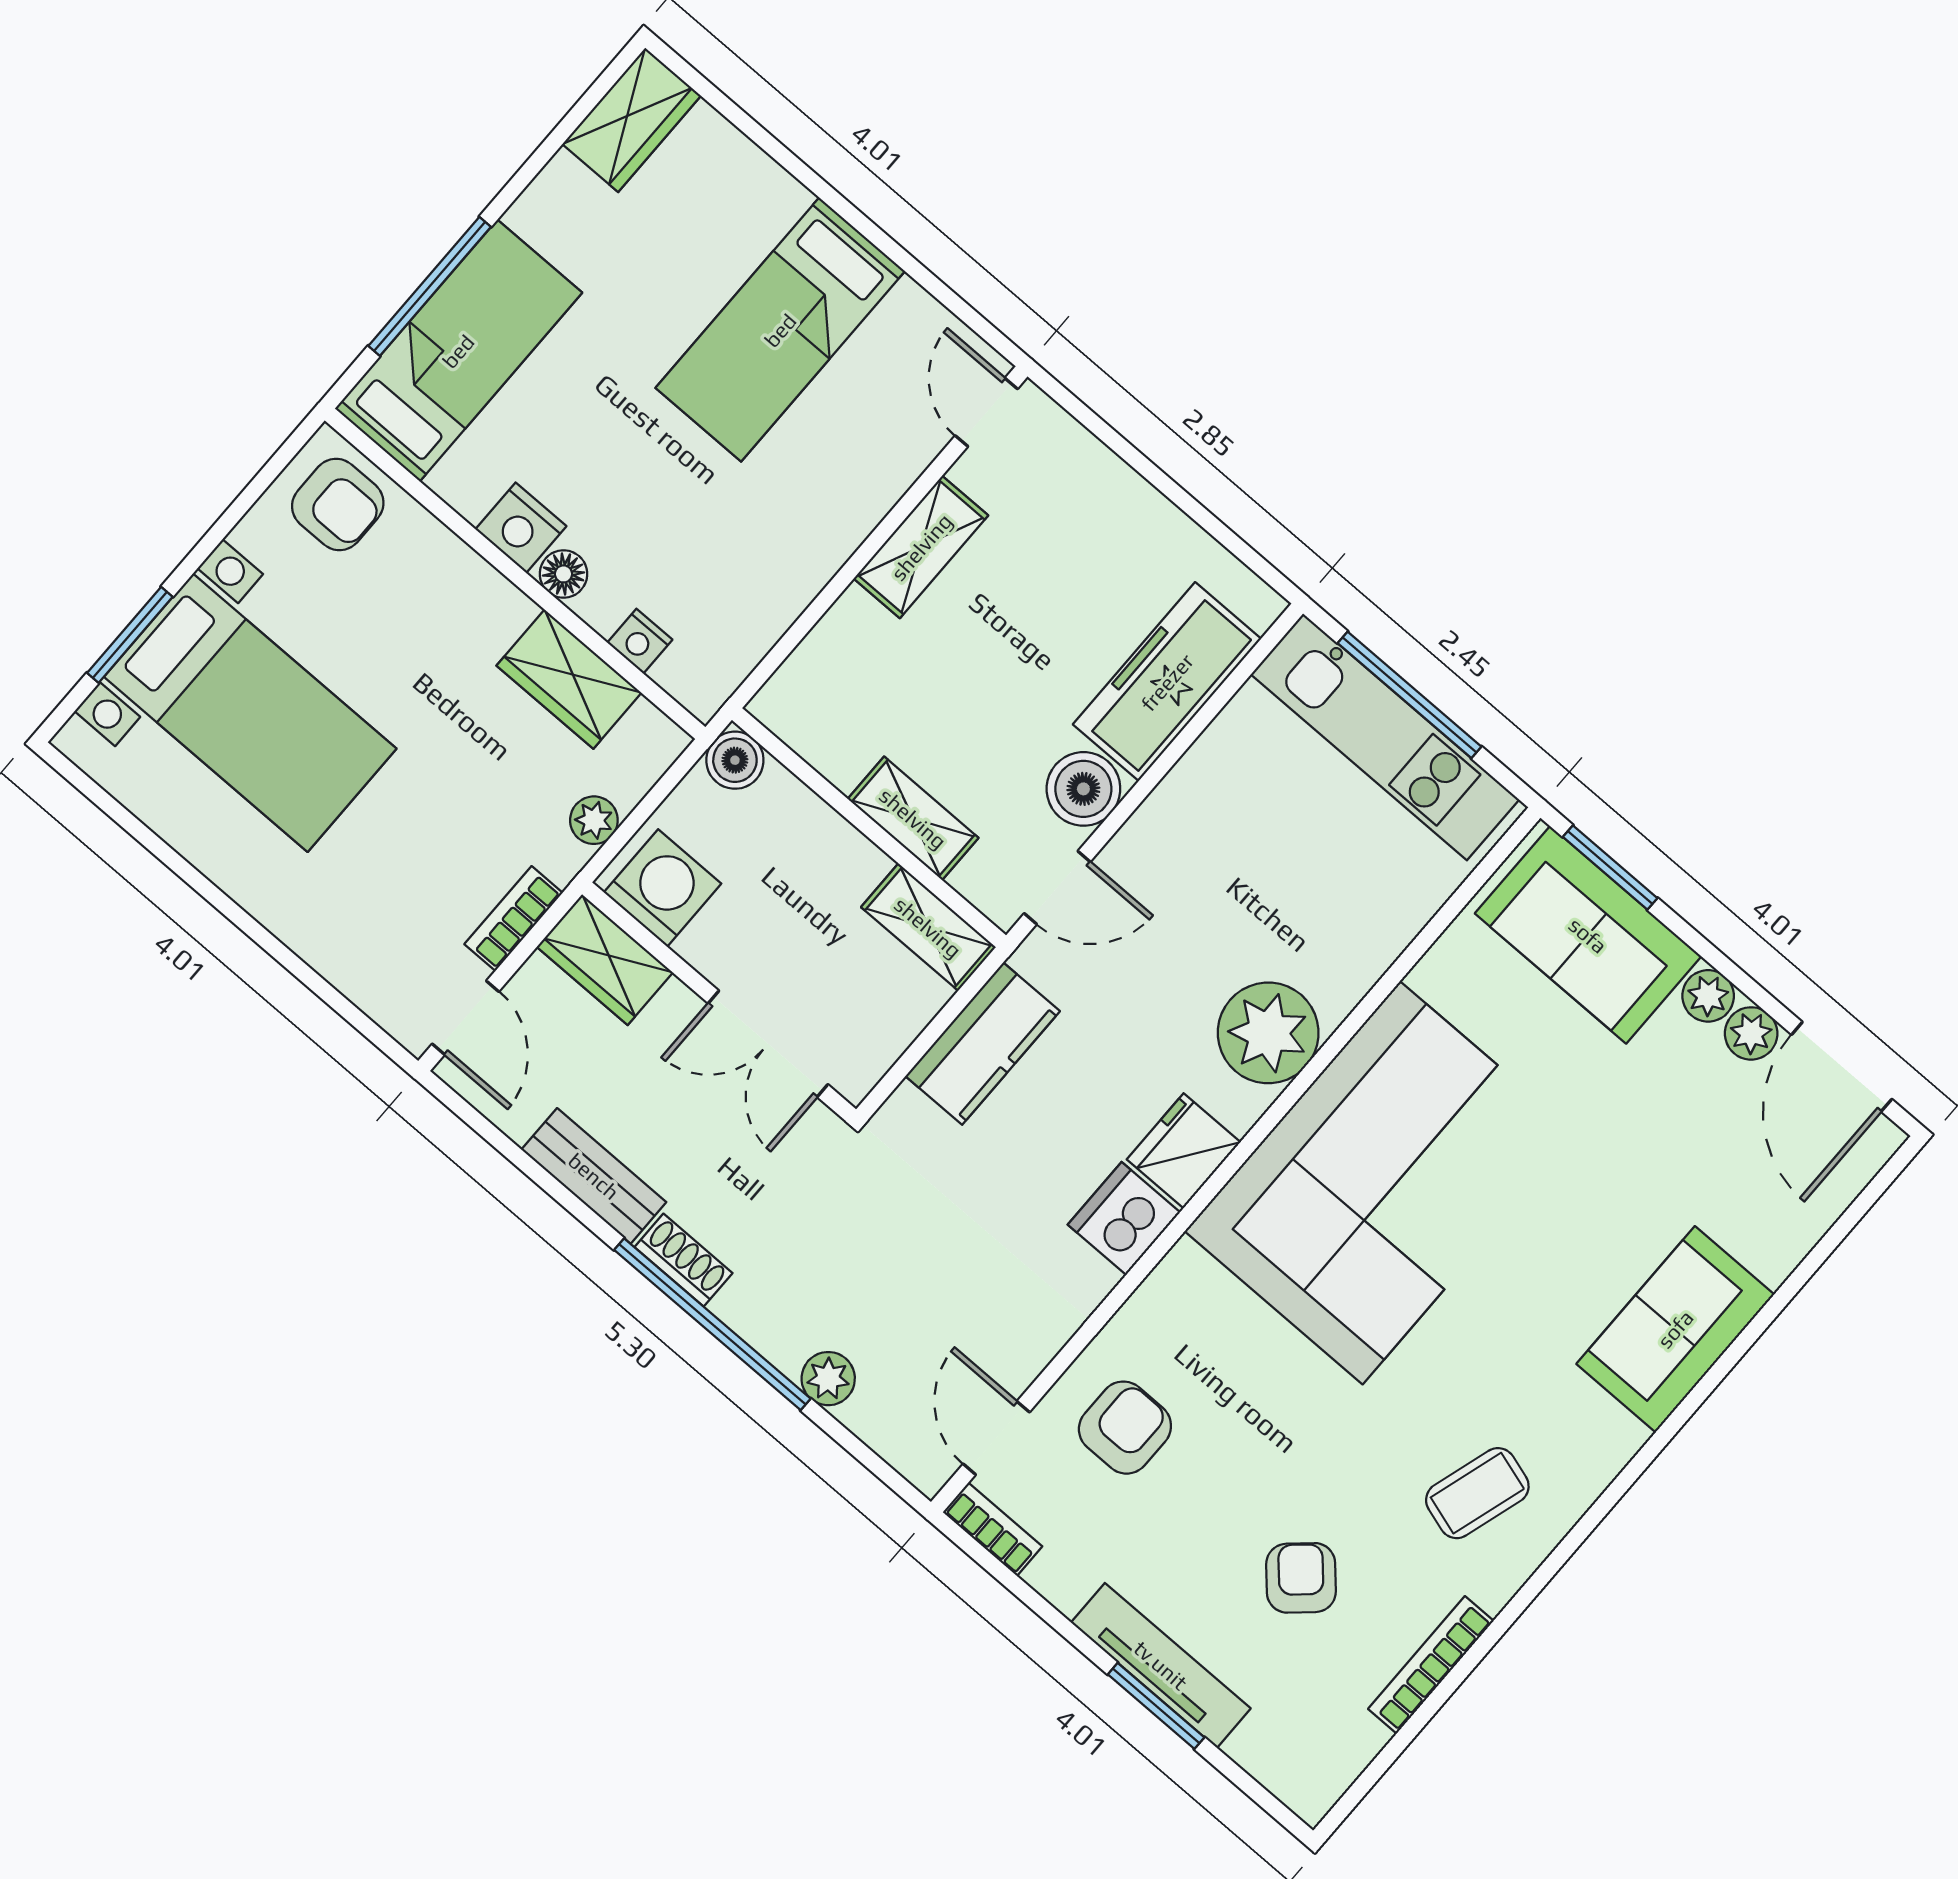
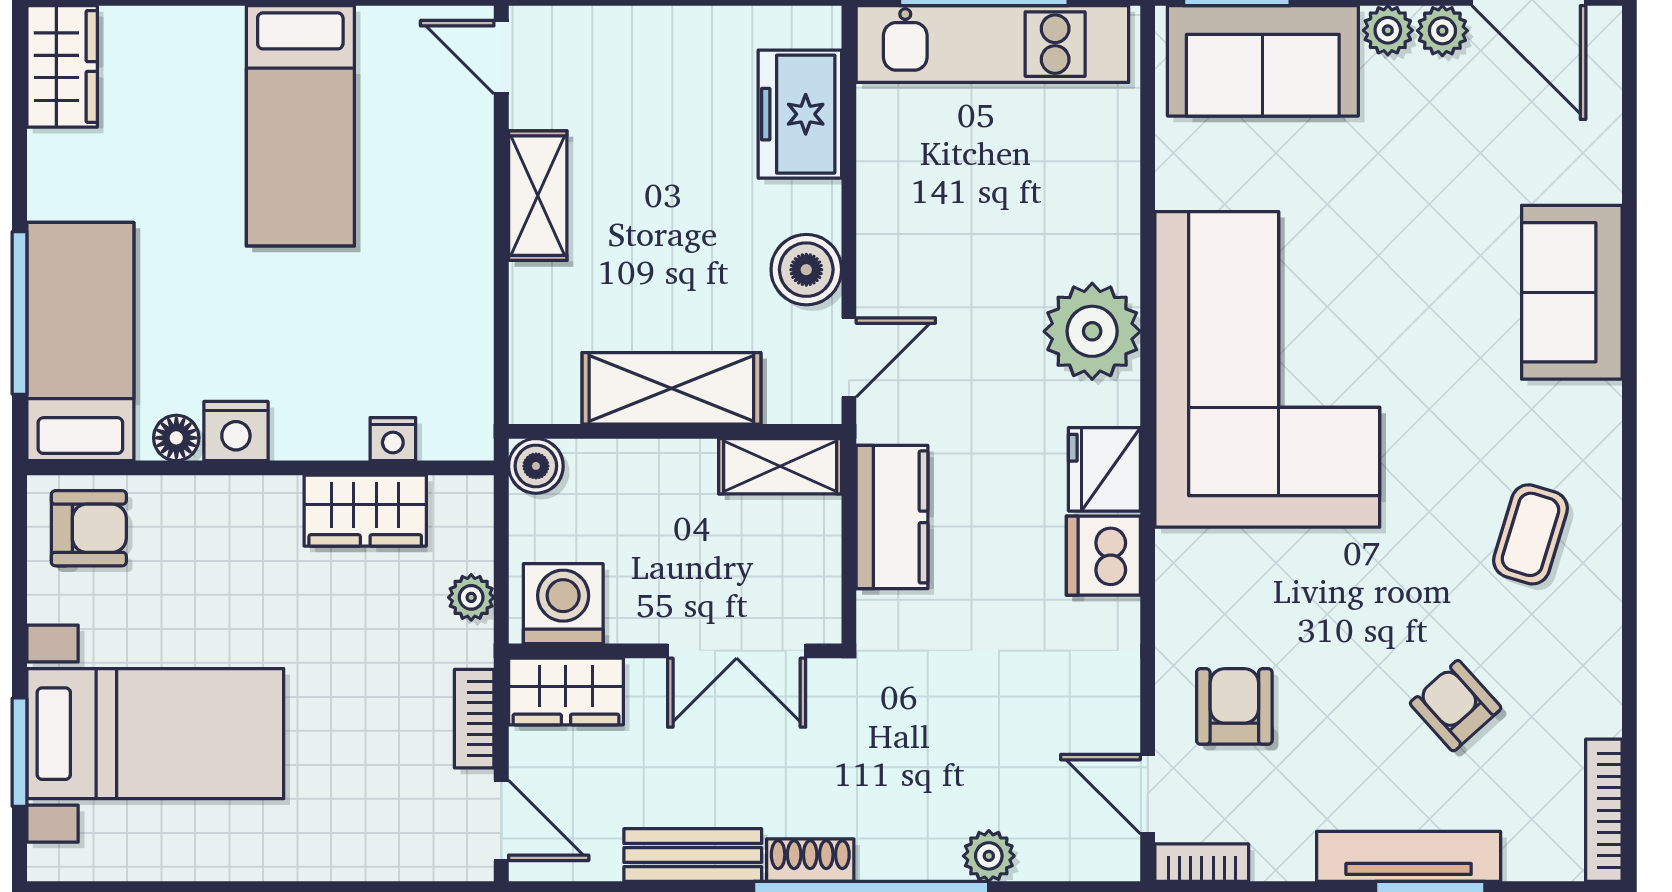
floor lamp: (563, 574) -> (176, 438), moved
freezer: (1167, 682) -> (800, 114), width x0.71
shelving: (913, 818) -> (671, 388), width x1.50, depth x1.33
bookcase: (1431, 1665) -> (1604, 810), moved

